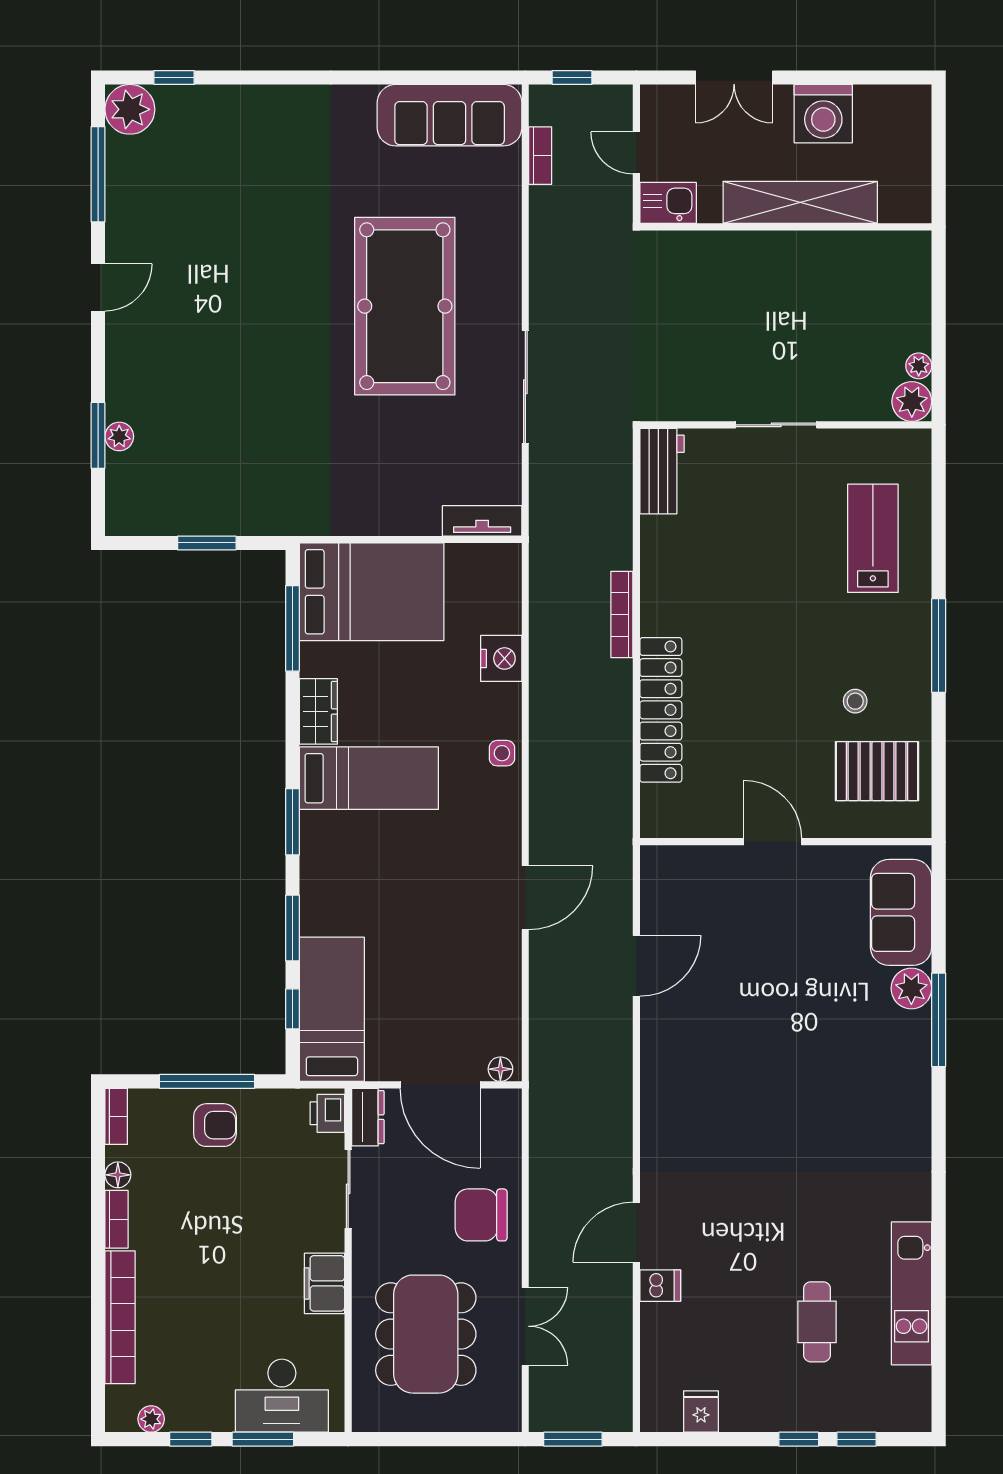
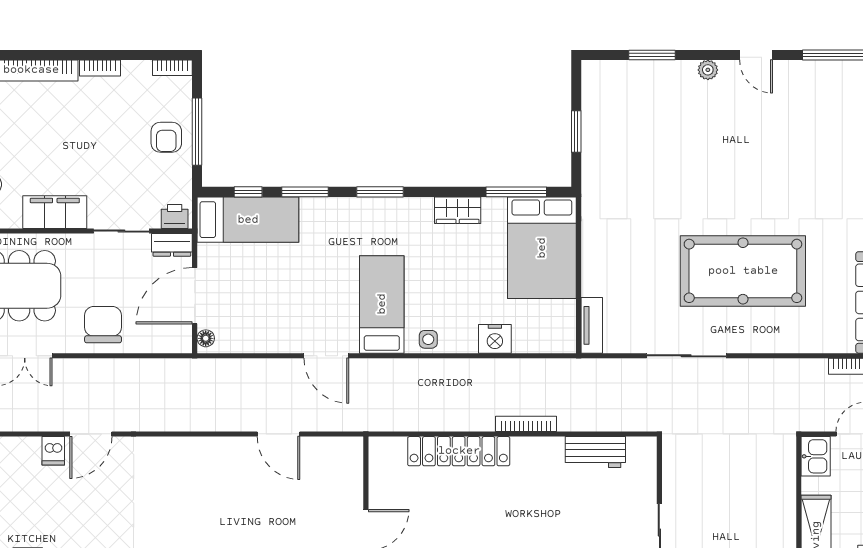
plant: (119, 436) -> (708, 70), moved
workbench: (662, 471) -> (595, 452), moved
bed: (369, 778) -> (382, 304), moved, turned 180
floor lamp: (118, 1175) -> (131, 69), removed
door: (636, 1232) -> (91, 434), swing flipped
filing cabinet: (325, 1283) -> (55, 212), width x1.50, depth x1.17

